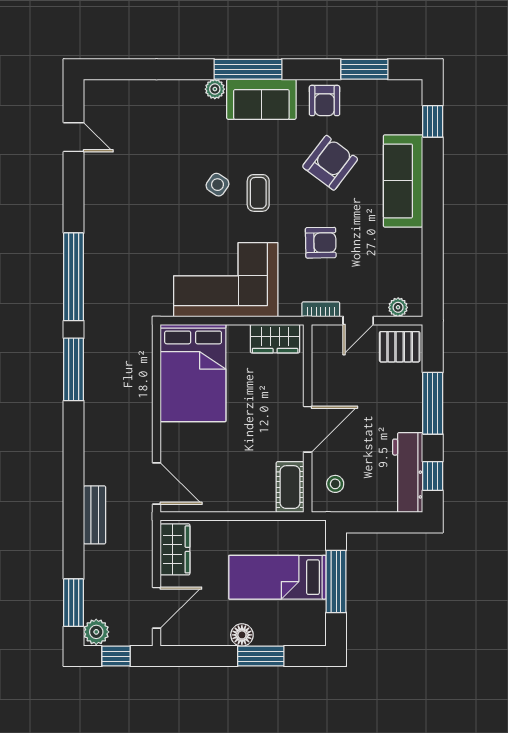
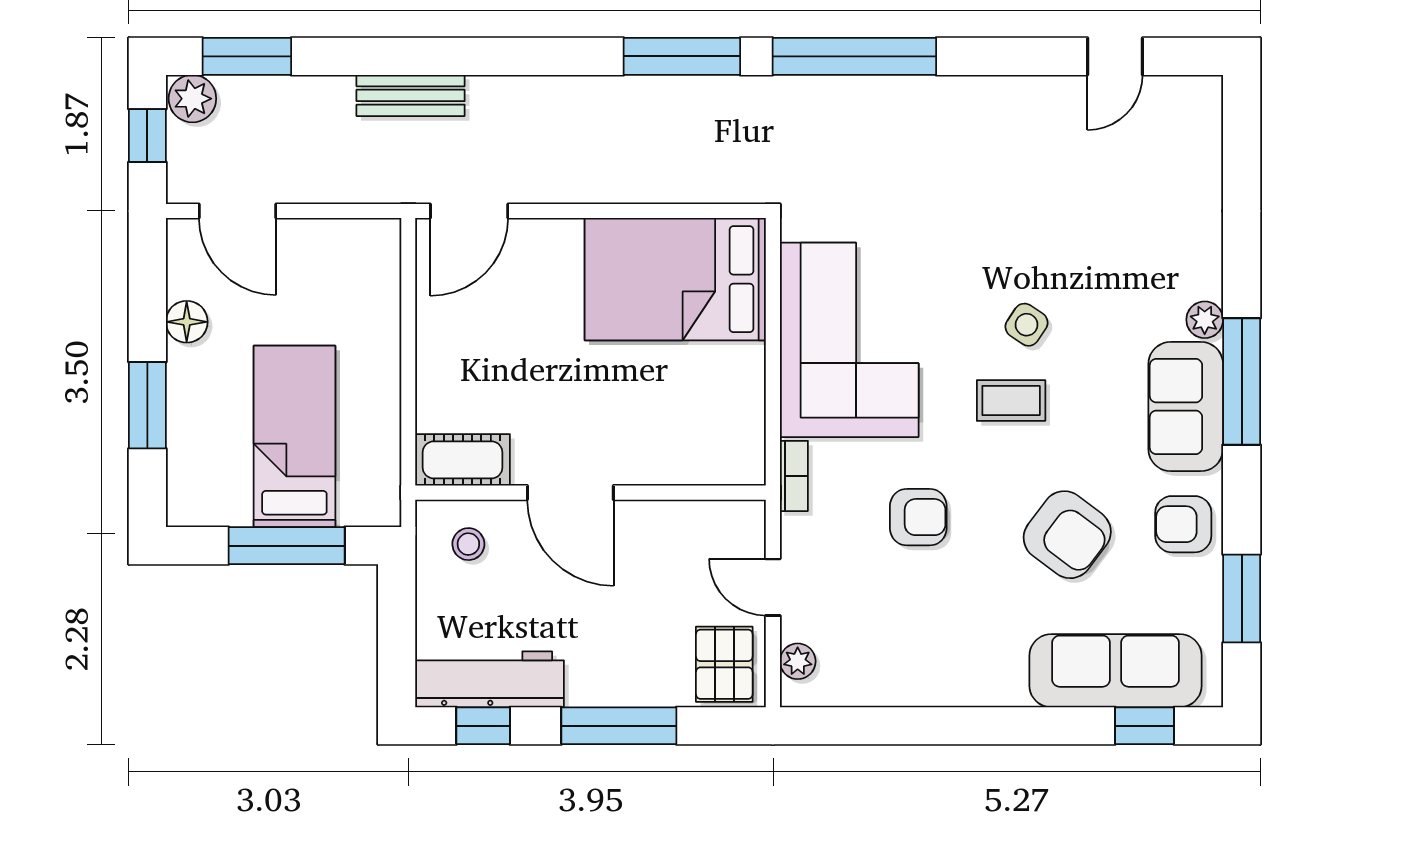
sofa: (403, 181) -> (1116, 671), moved
armchair: (321, 243) -> (918, 517), turned -89
bookcase: (321, 309) -> (794, 476), moved
wardrobe: (275, 339) -> (739, 432), removed
wardrobe: (175, 549) -> (346, 246), removed
floor lamp: (242, 635) -> (187, 322), moved

